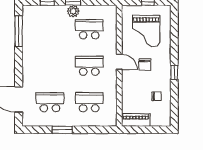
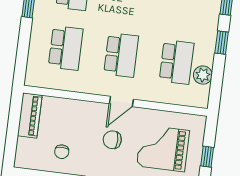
plant: (73, 11) -> (203, 75), moved

